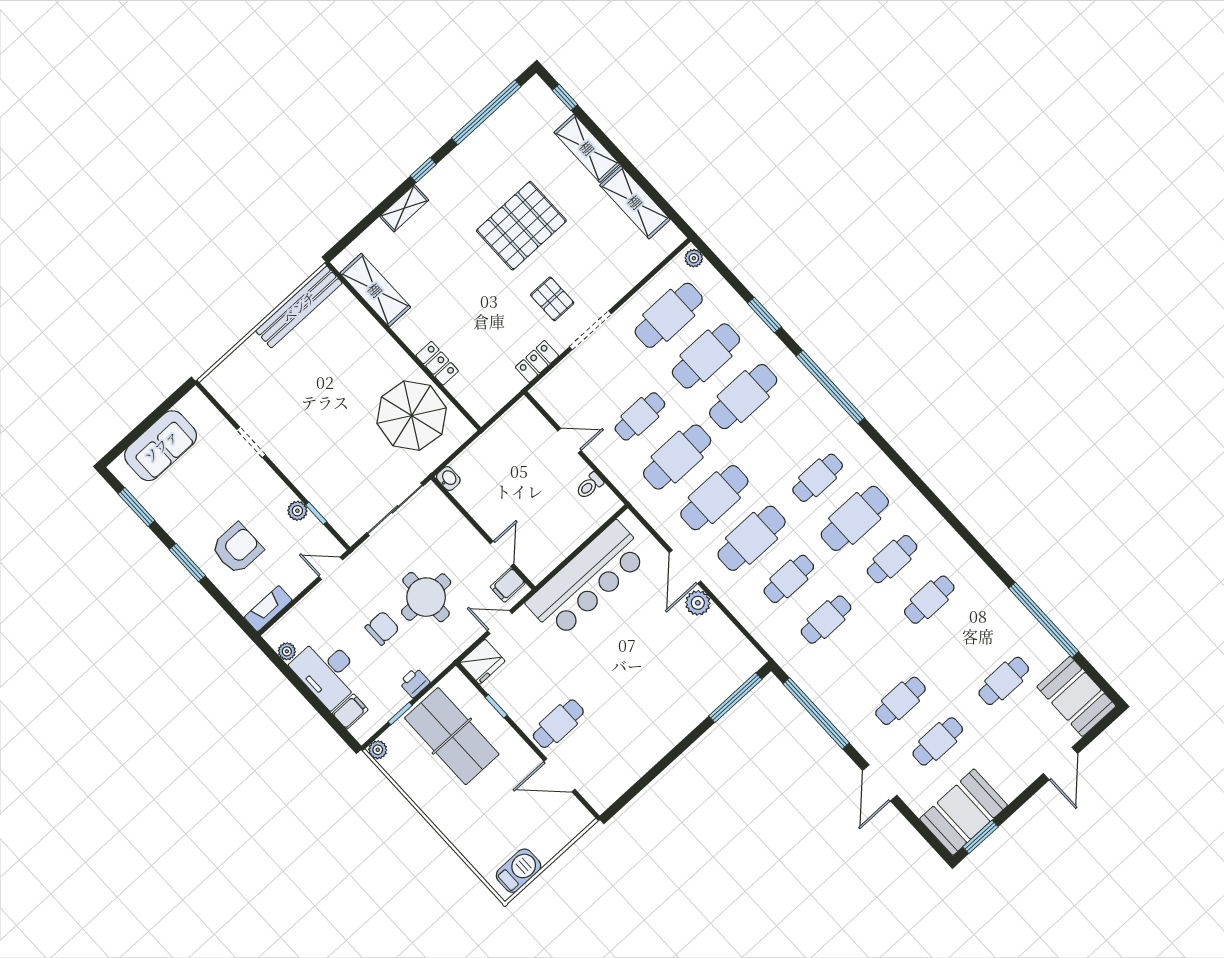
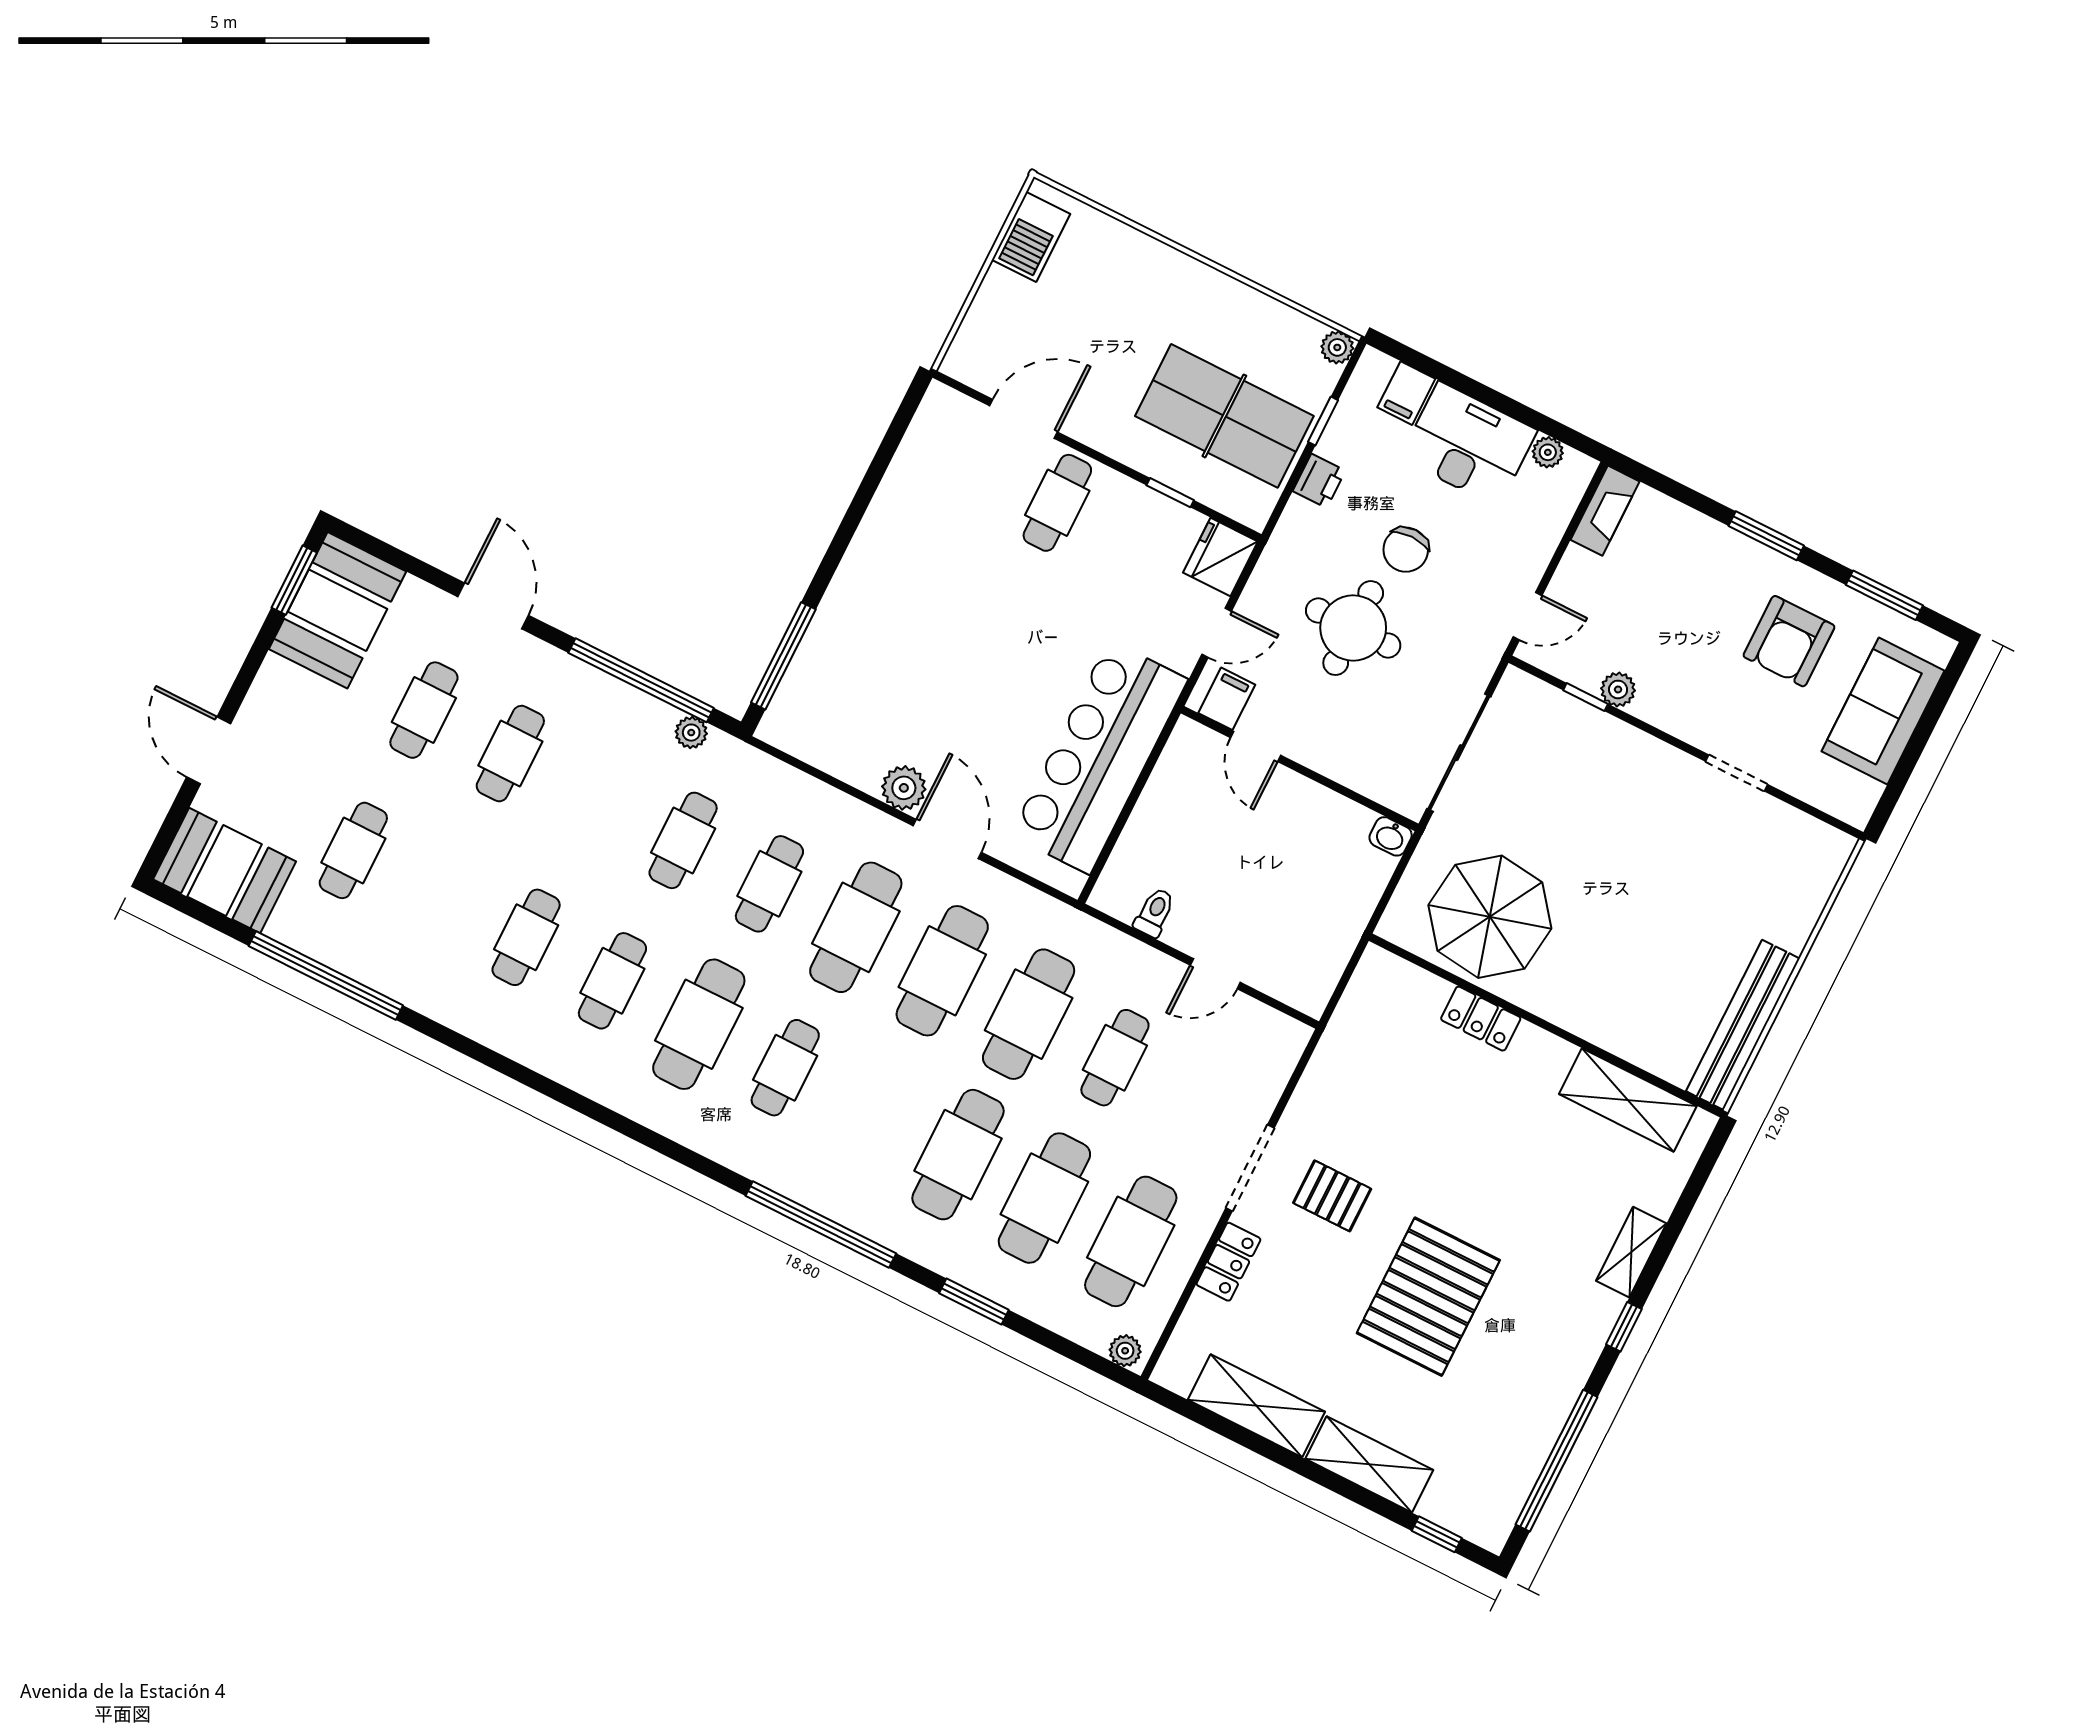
locker: (537, 361) -> (1228, 1262), moved
armchair: (237, 549) -> (1789, 641), moved
plant: (800, 675) -> (691, 733), added

